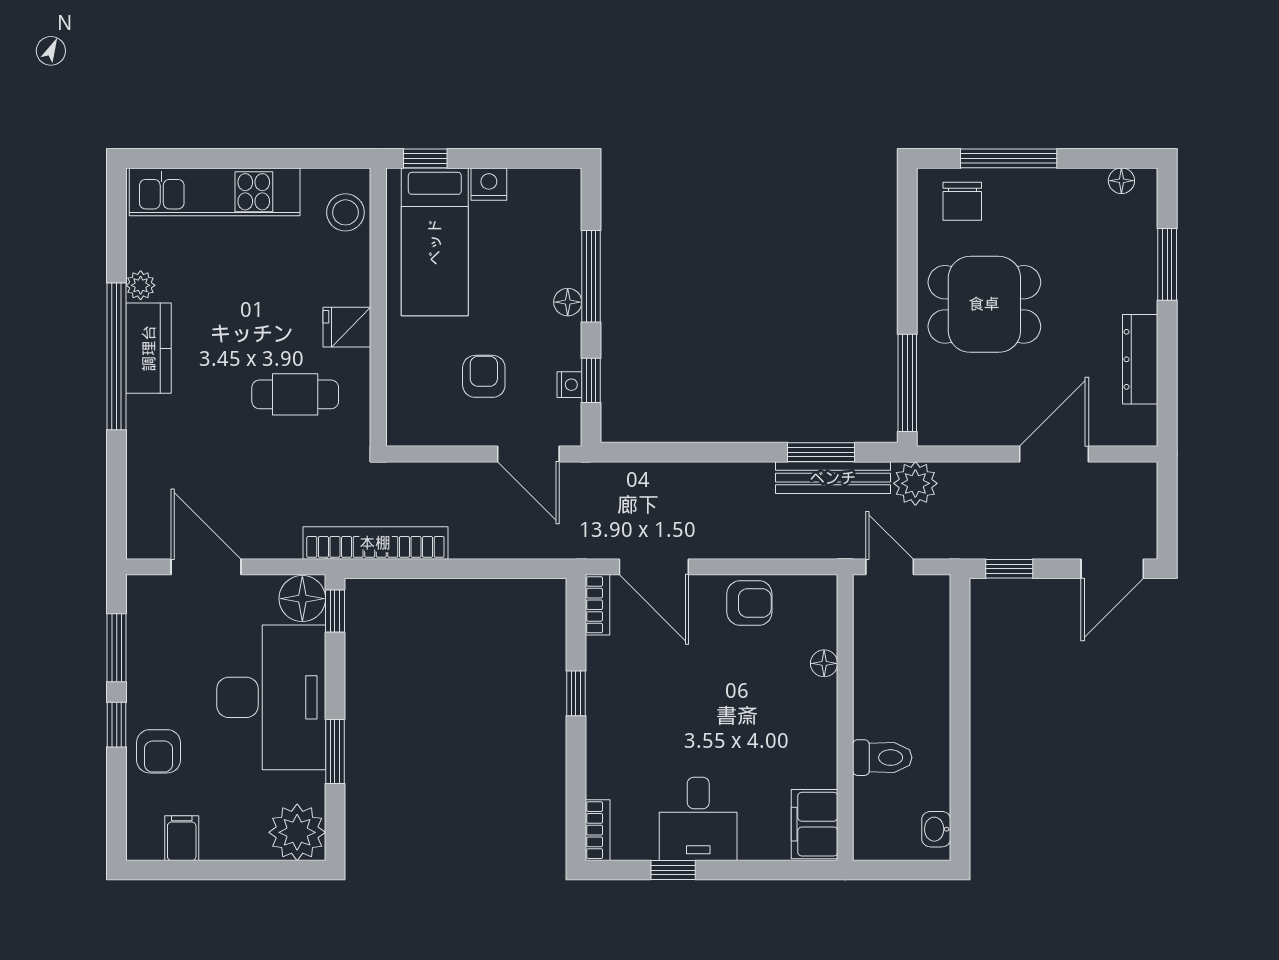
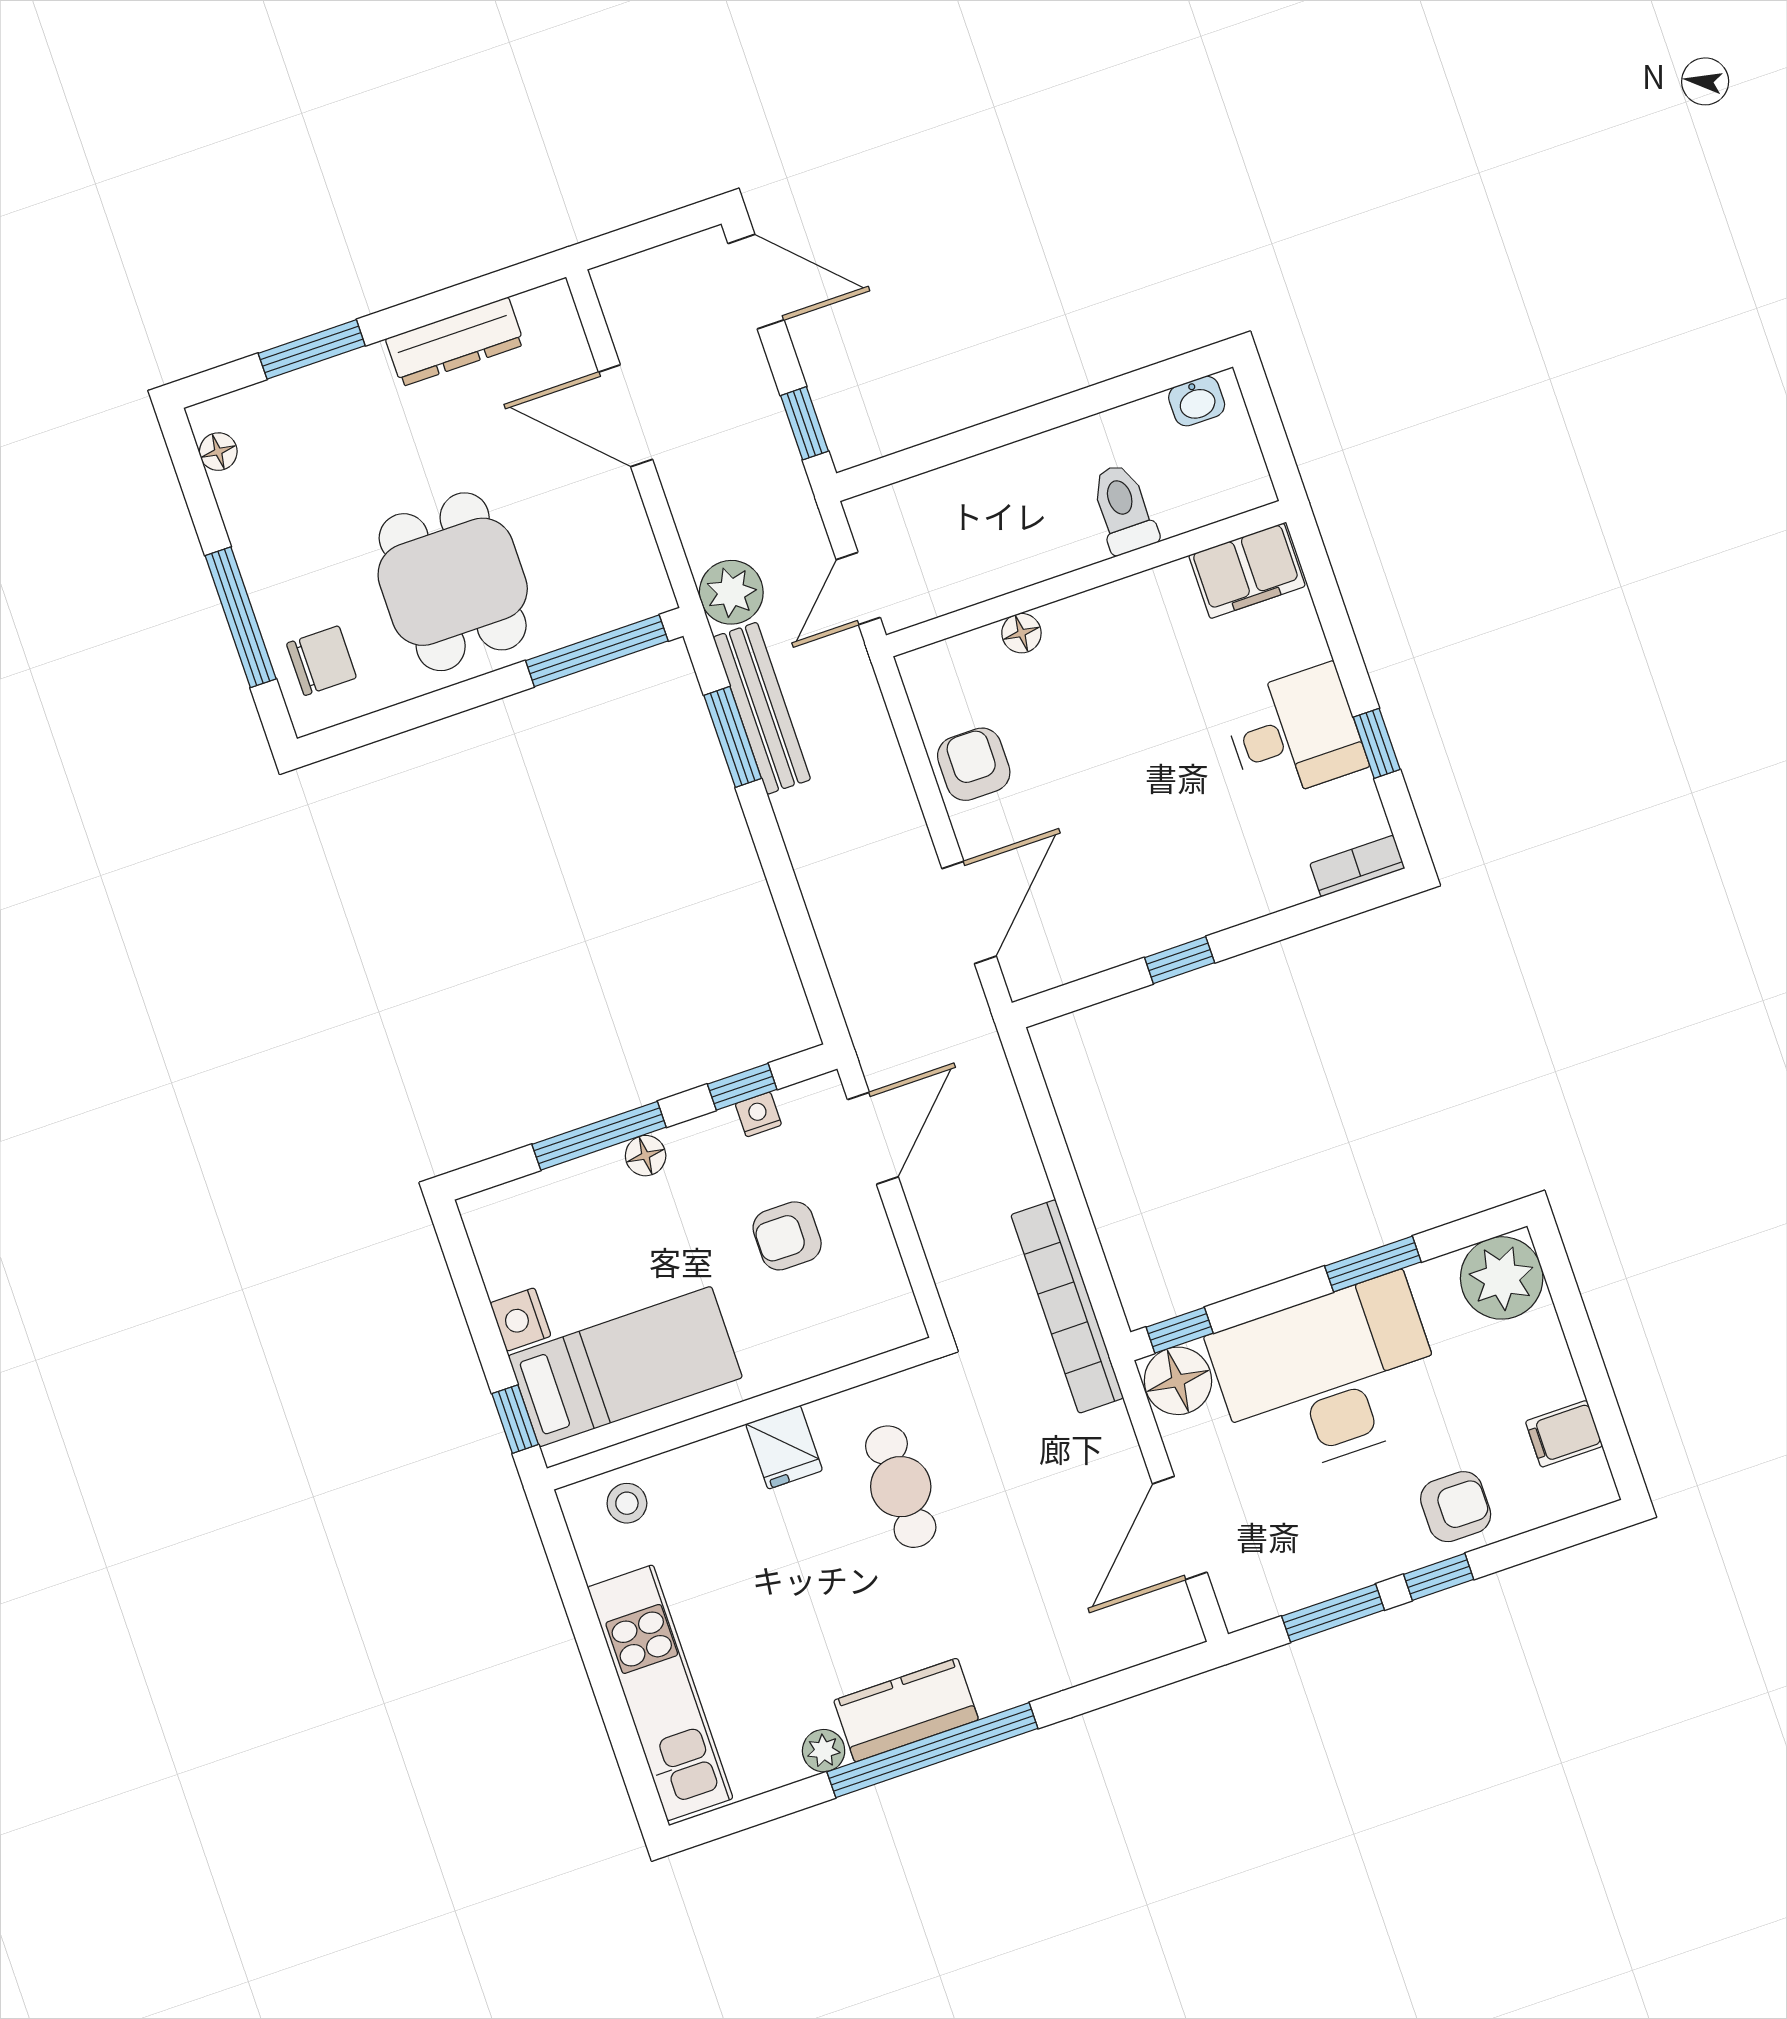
stool: (345, 212) -> (627, 1503), width x0.73, depth x0.73
bookcase: (597, 605) -> (1048, 972), removed

